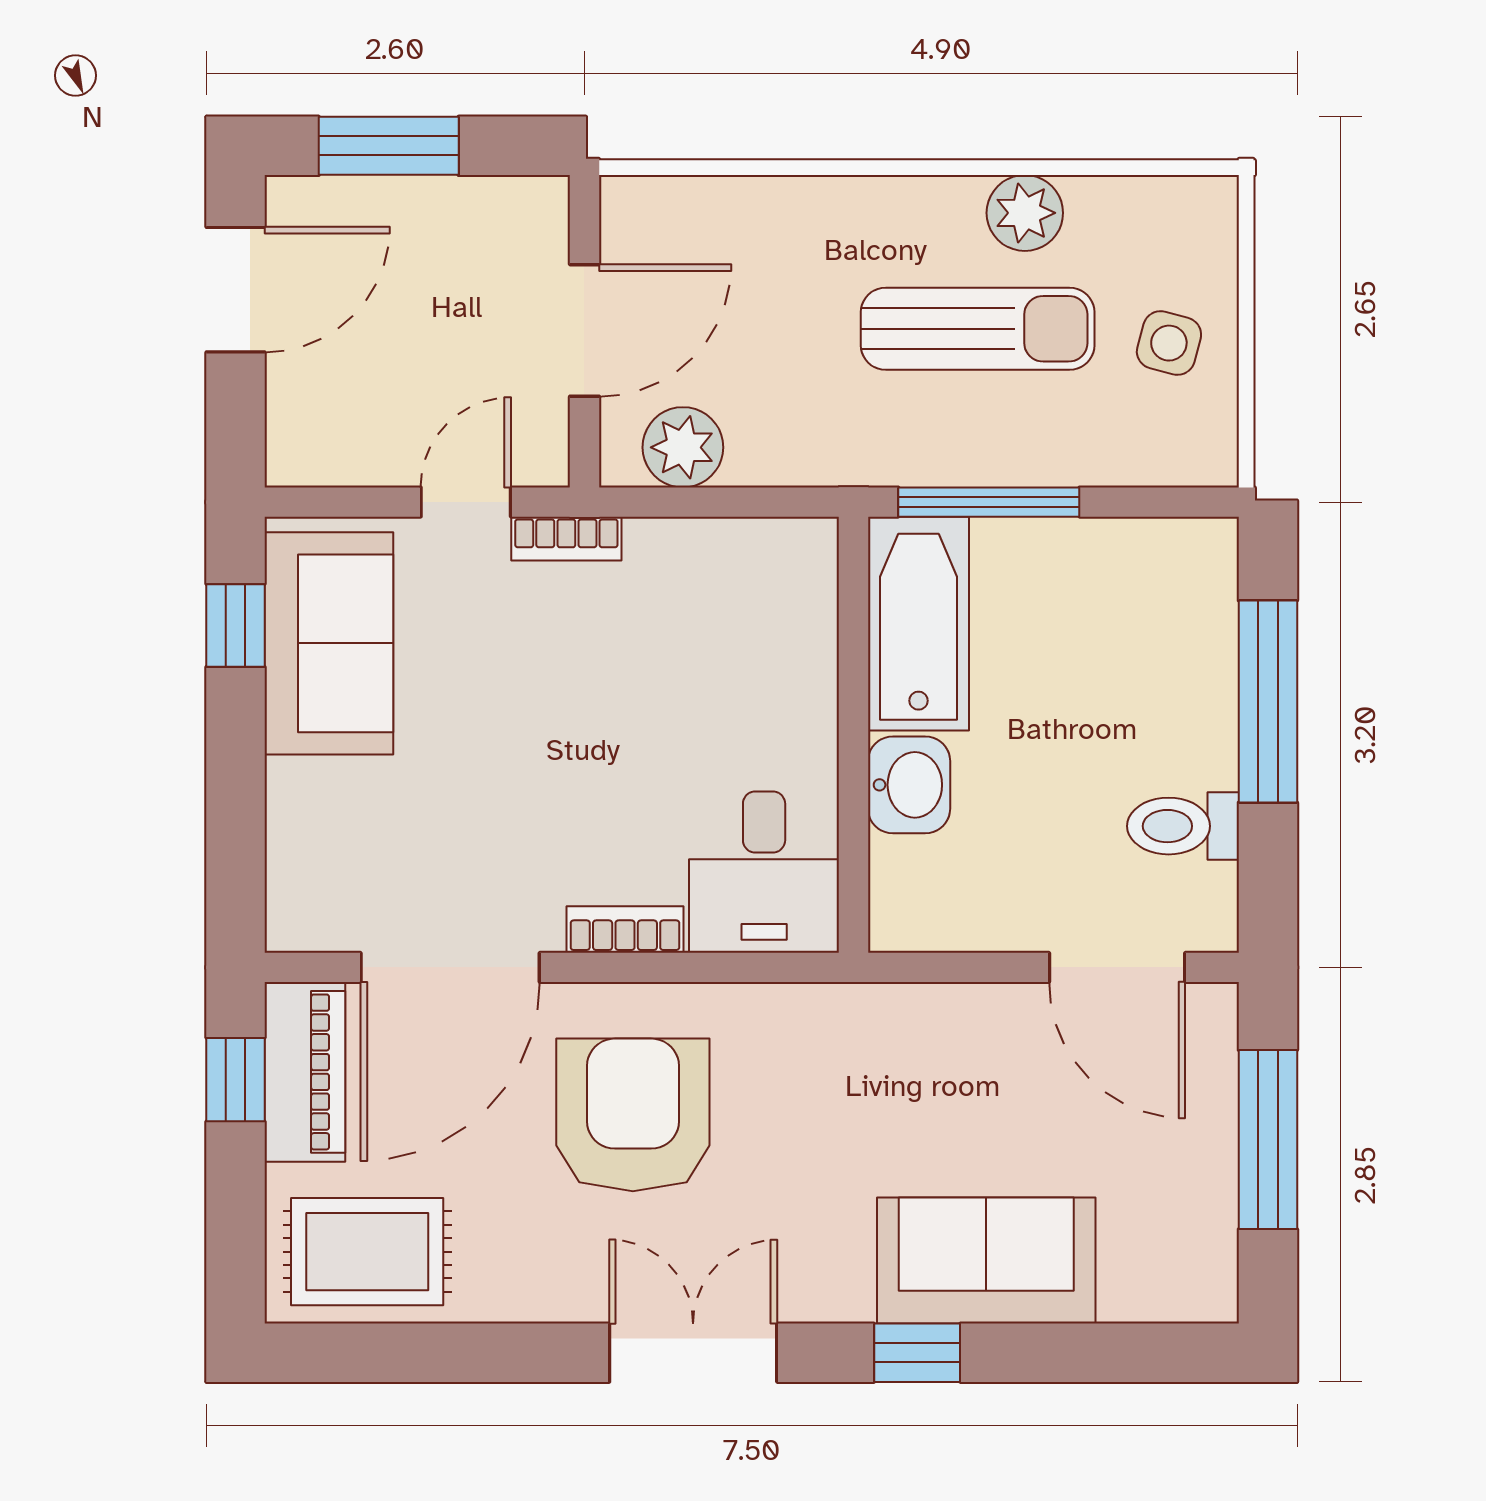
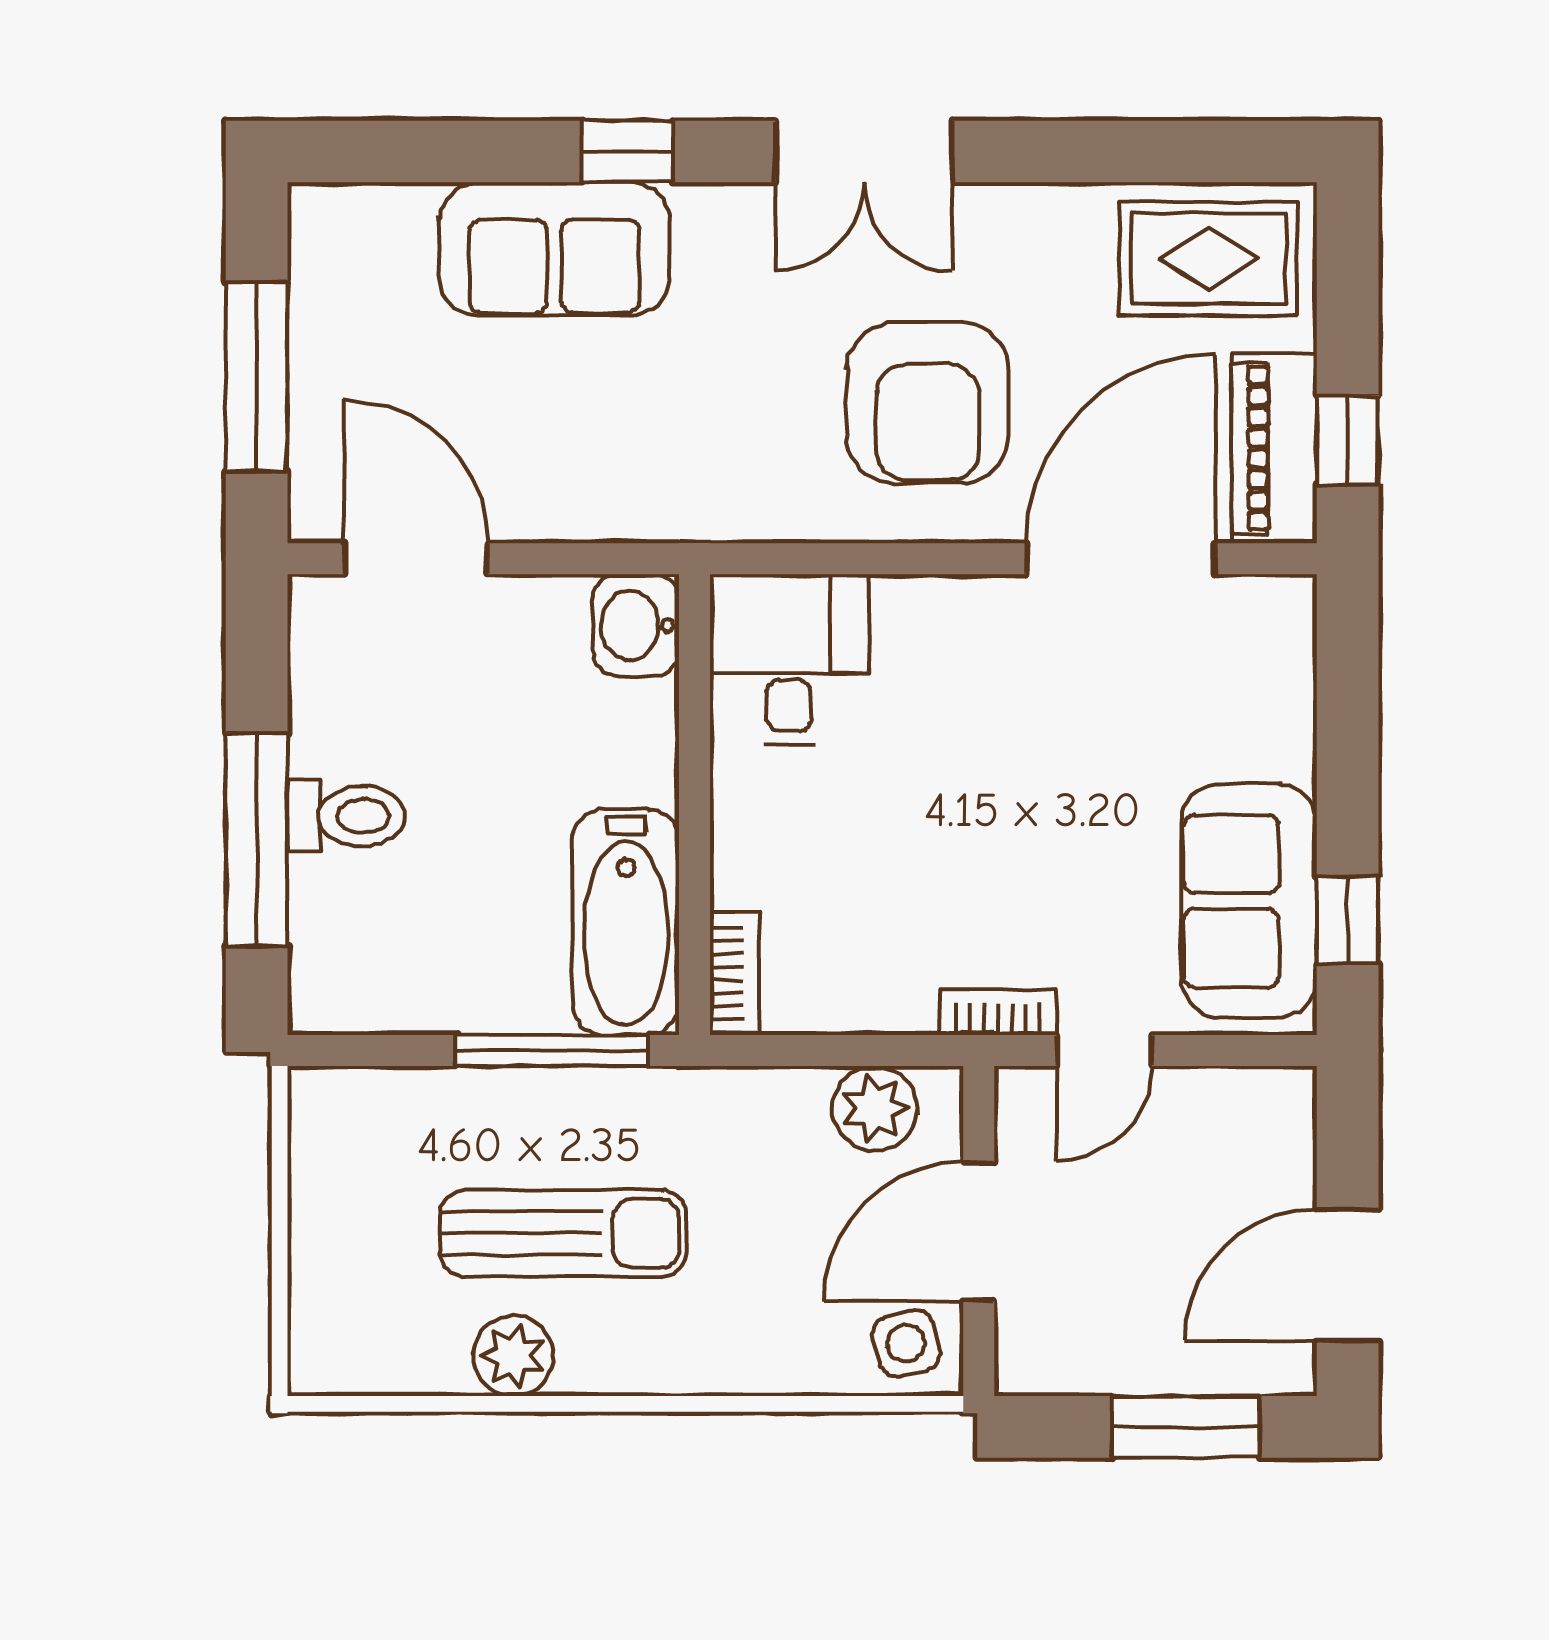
sun lounger: (978, 329) -> (563, 1234), turned 180
side table: (1169, 343) -> (906, 1343), moved, turned -31
washbasin: (909, 785) -> (636, 625), moved
toilet: (1183, 826) -> (346, 816), moved
bookcase: (625, 930) -> (735, 973), moved, turned -90

